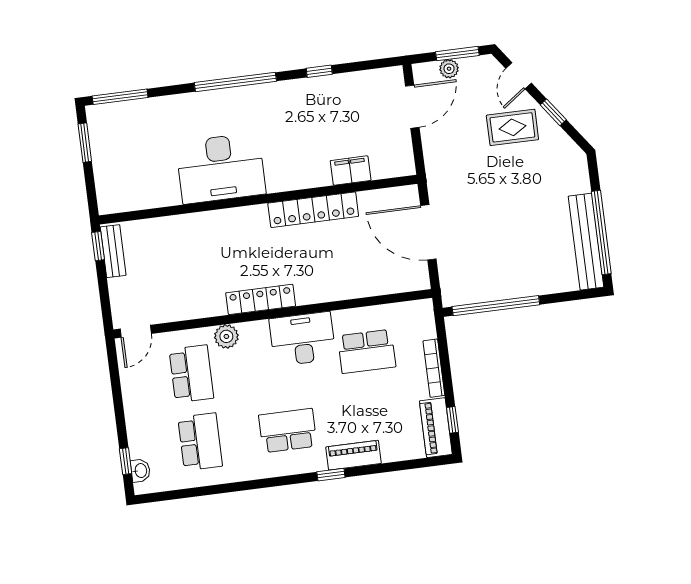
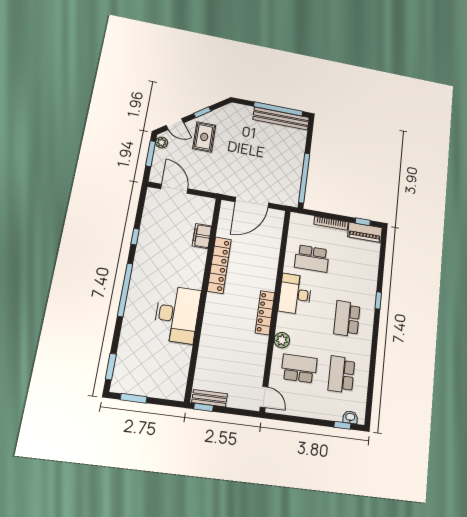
plant: (449, 69) -> (162, 143), moved
window: (120, 97) -> (111, 367), width x0.69
school desk: (367, 351) -> (312, 259), turned 90
school desk: (200, 442) -> (341, 374), turned -90
piano: (354, 455) -> (370, 284), removed

